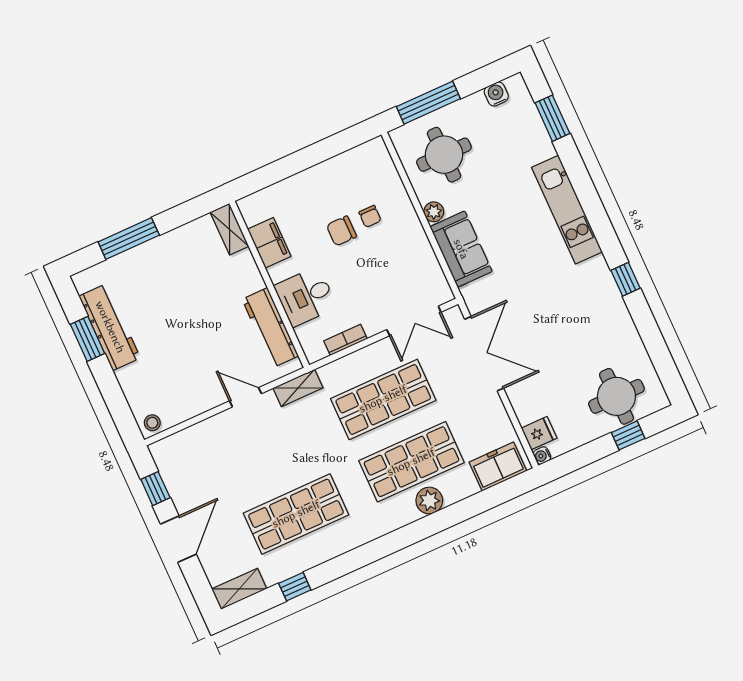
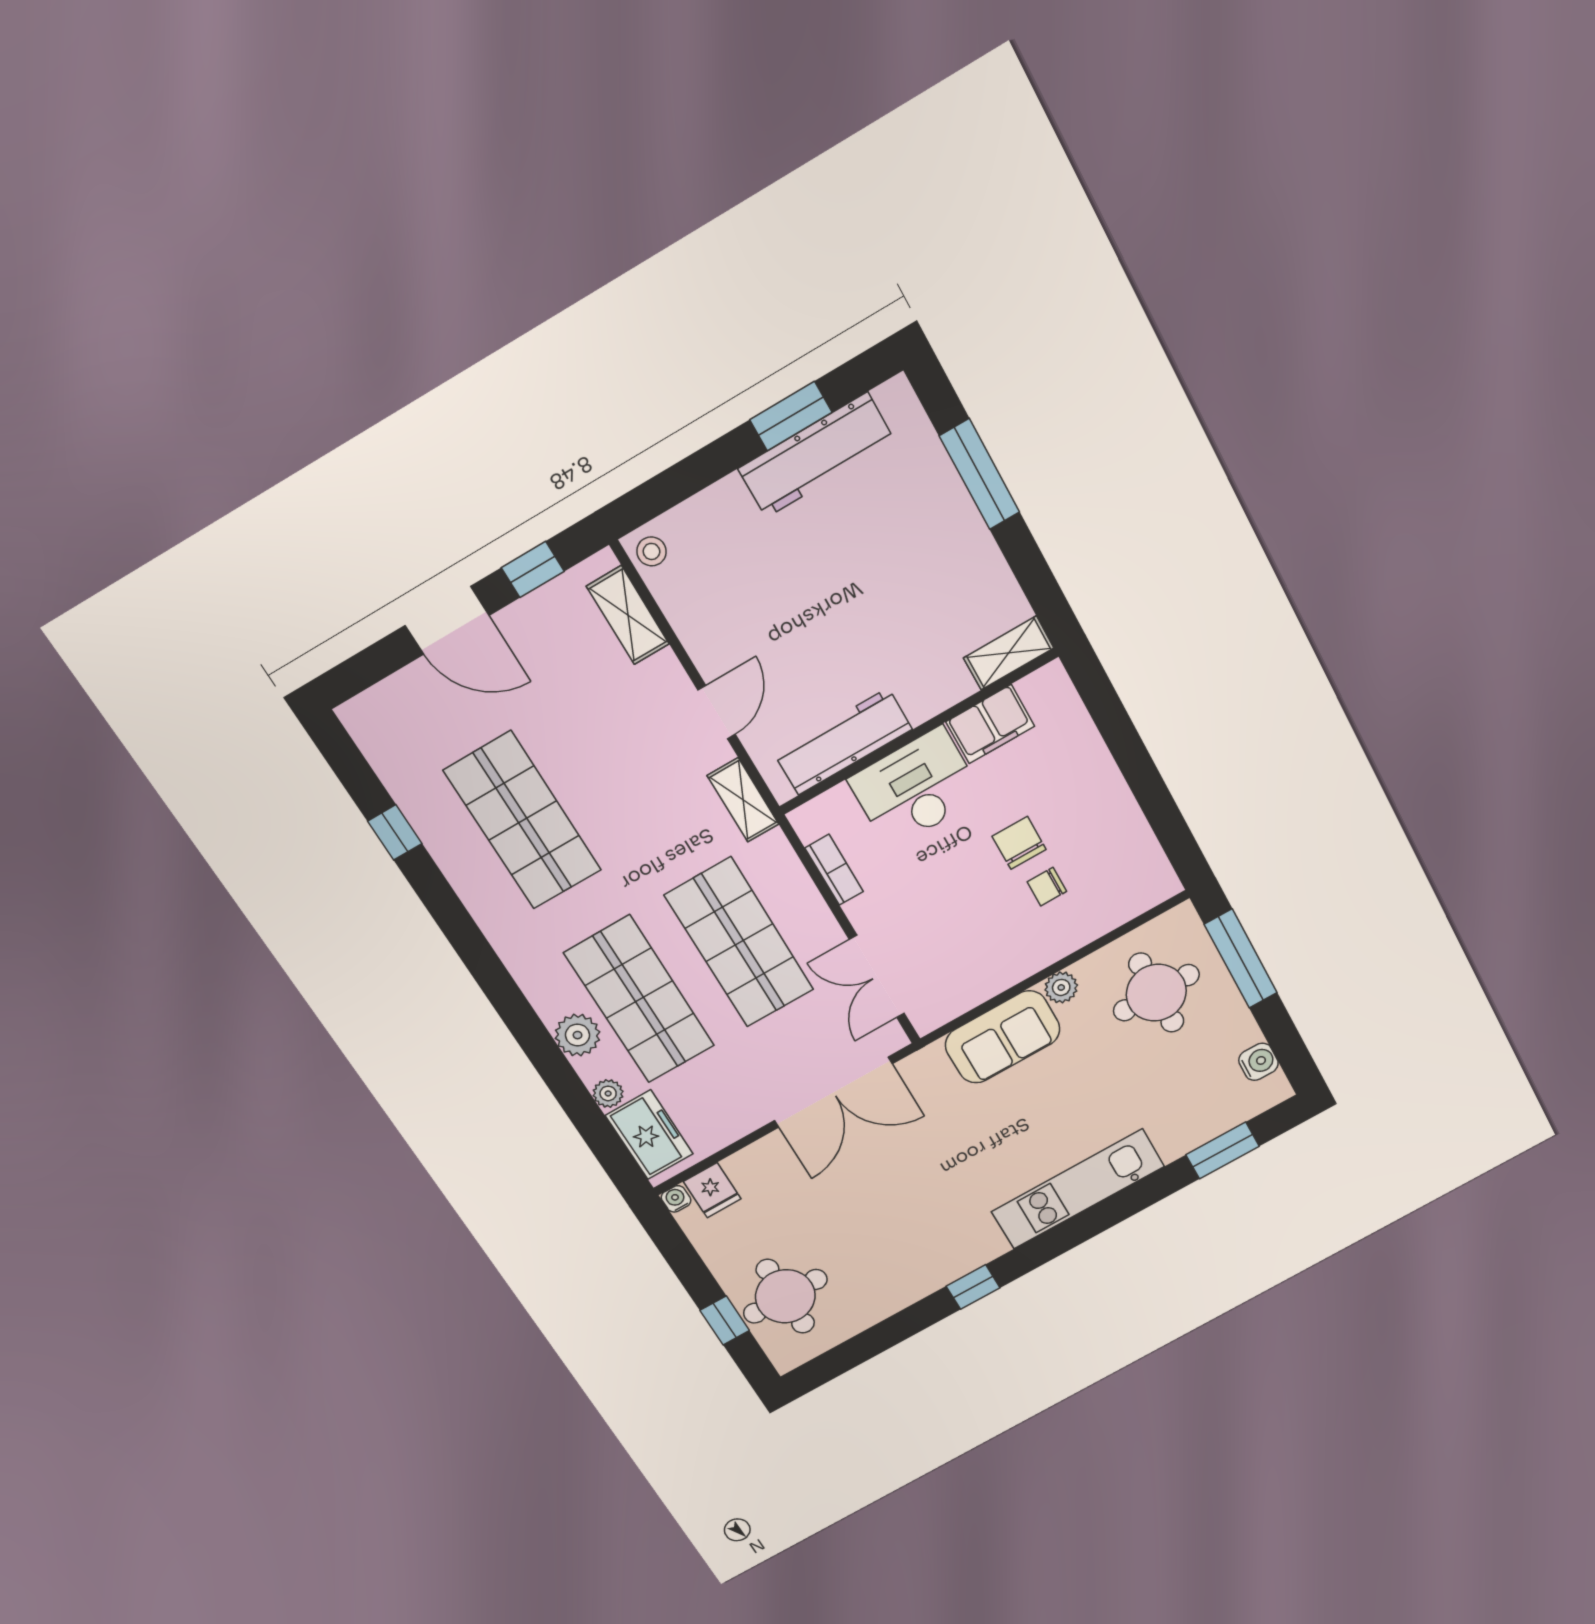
desk: (306, 297) -> (915, 788), width x1.37
plant: (468, 487) -> (608, 1093), added
shelving: (239, 589) -> (628, 615), moved

